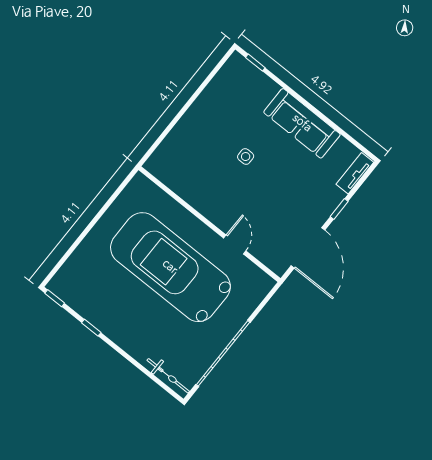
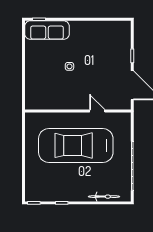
sofa: (302, 123) -> (47, 30), moved
tv unit: (355, 173) -> (126, 33), removed
bicycle: (168, 376) -> (104, 197), moved

